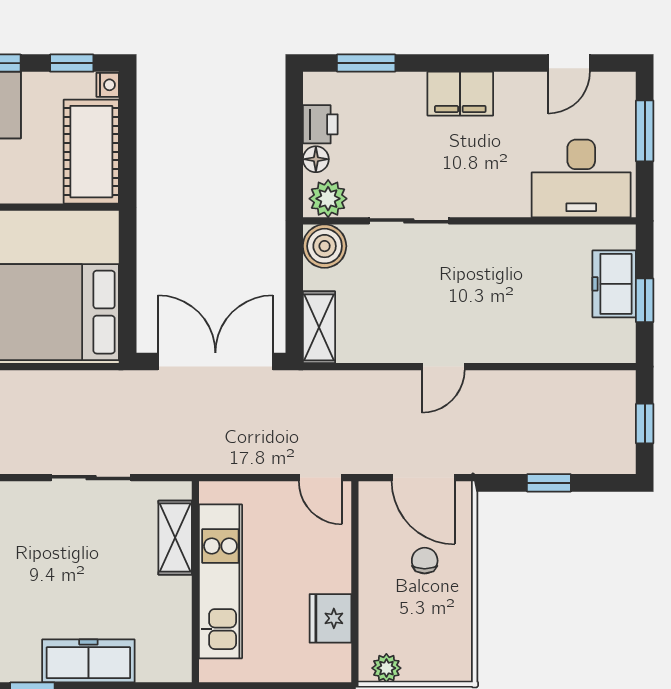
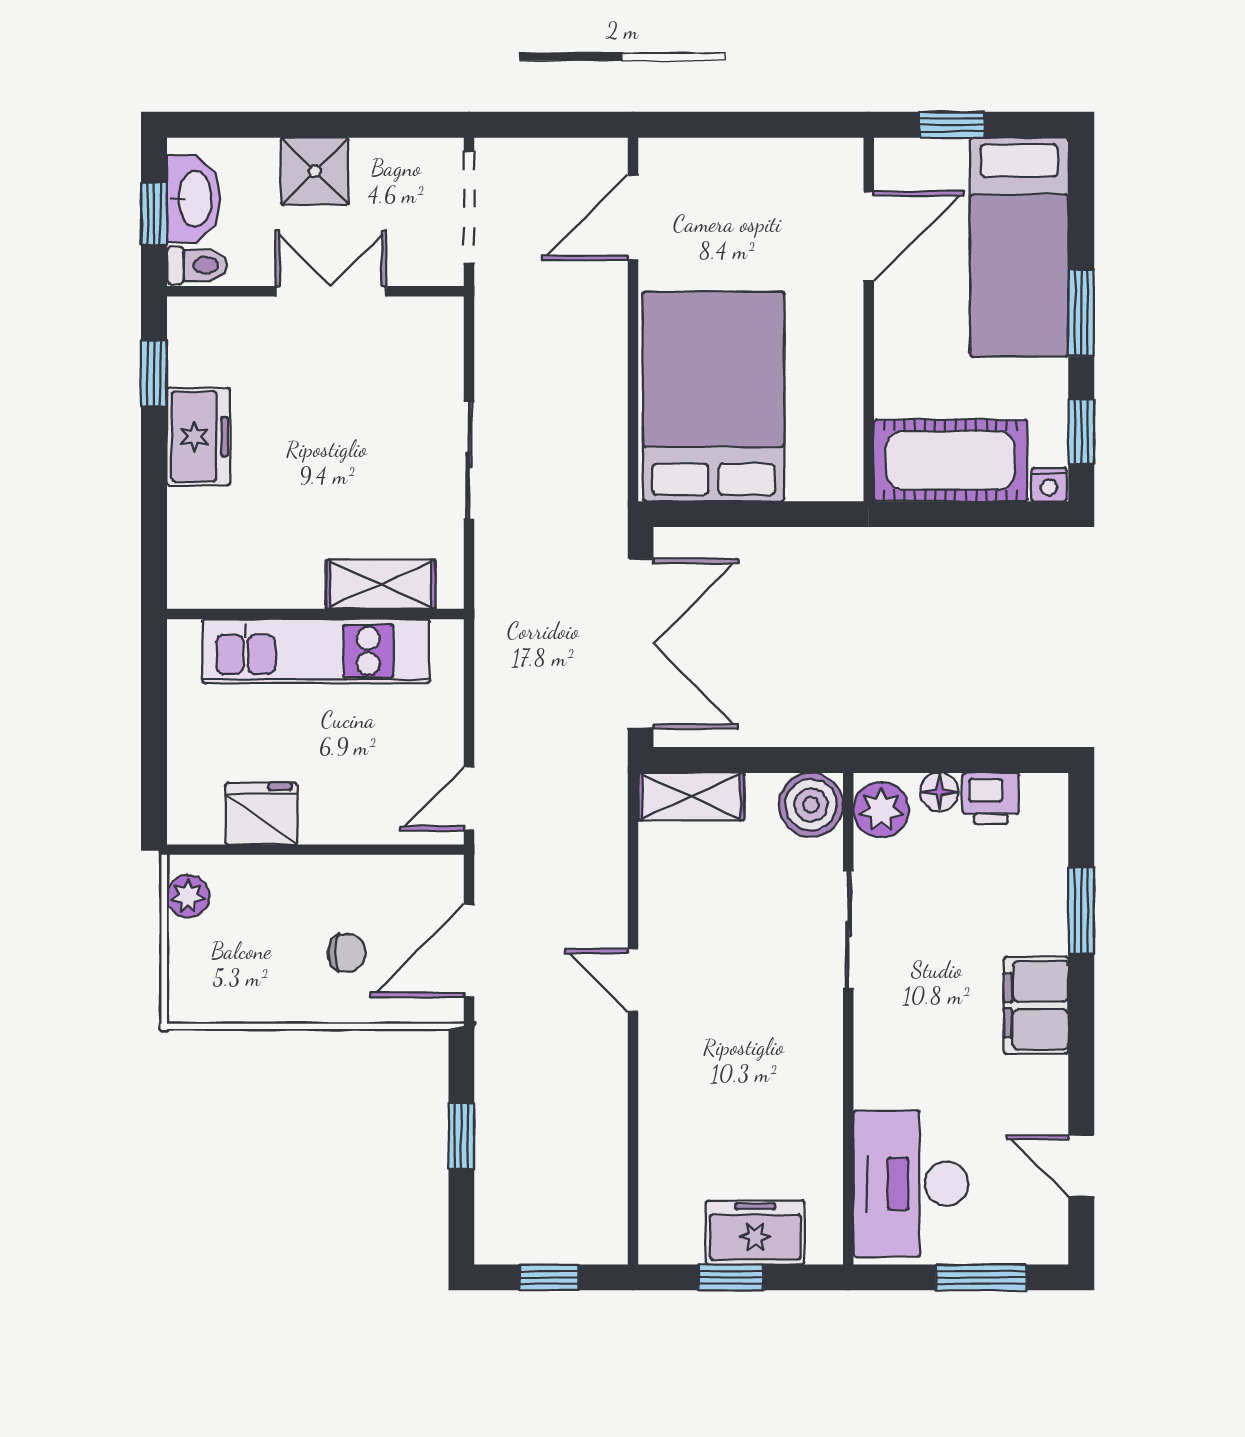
window: (366, 63) -> (1081, 911), moved
freezer: (88, 661) -> (199, 437), width x0.71

